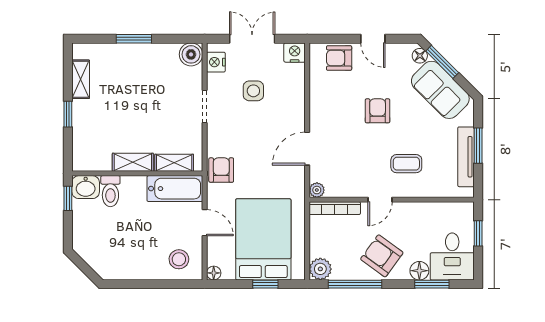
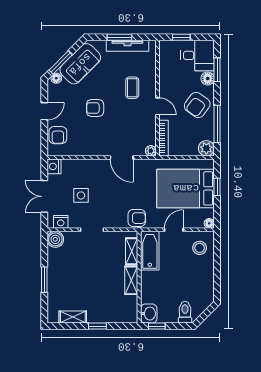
armchair: (221, 170) -> (137, 218), turned 180
toilet: (110, 191) -> (185, 312), moved, turned -90

